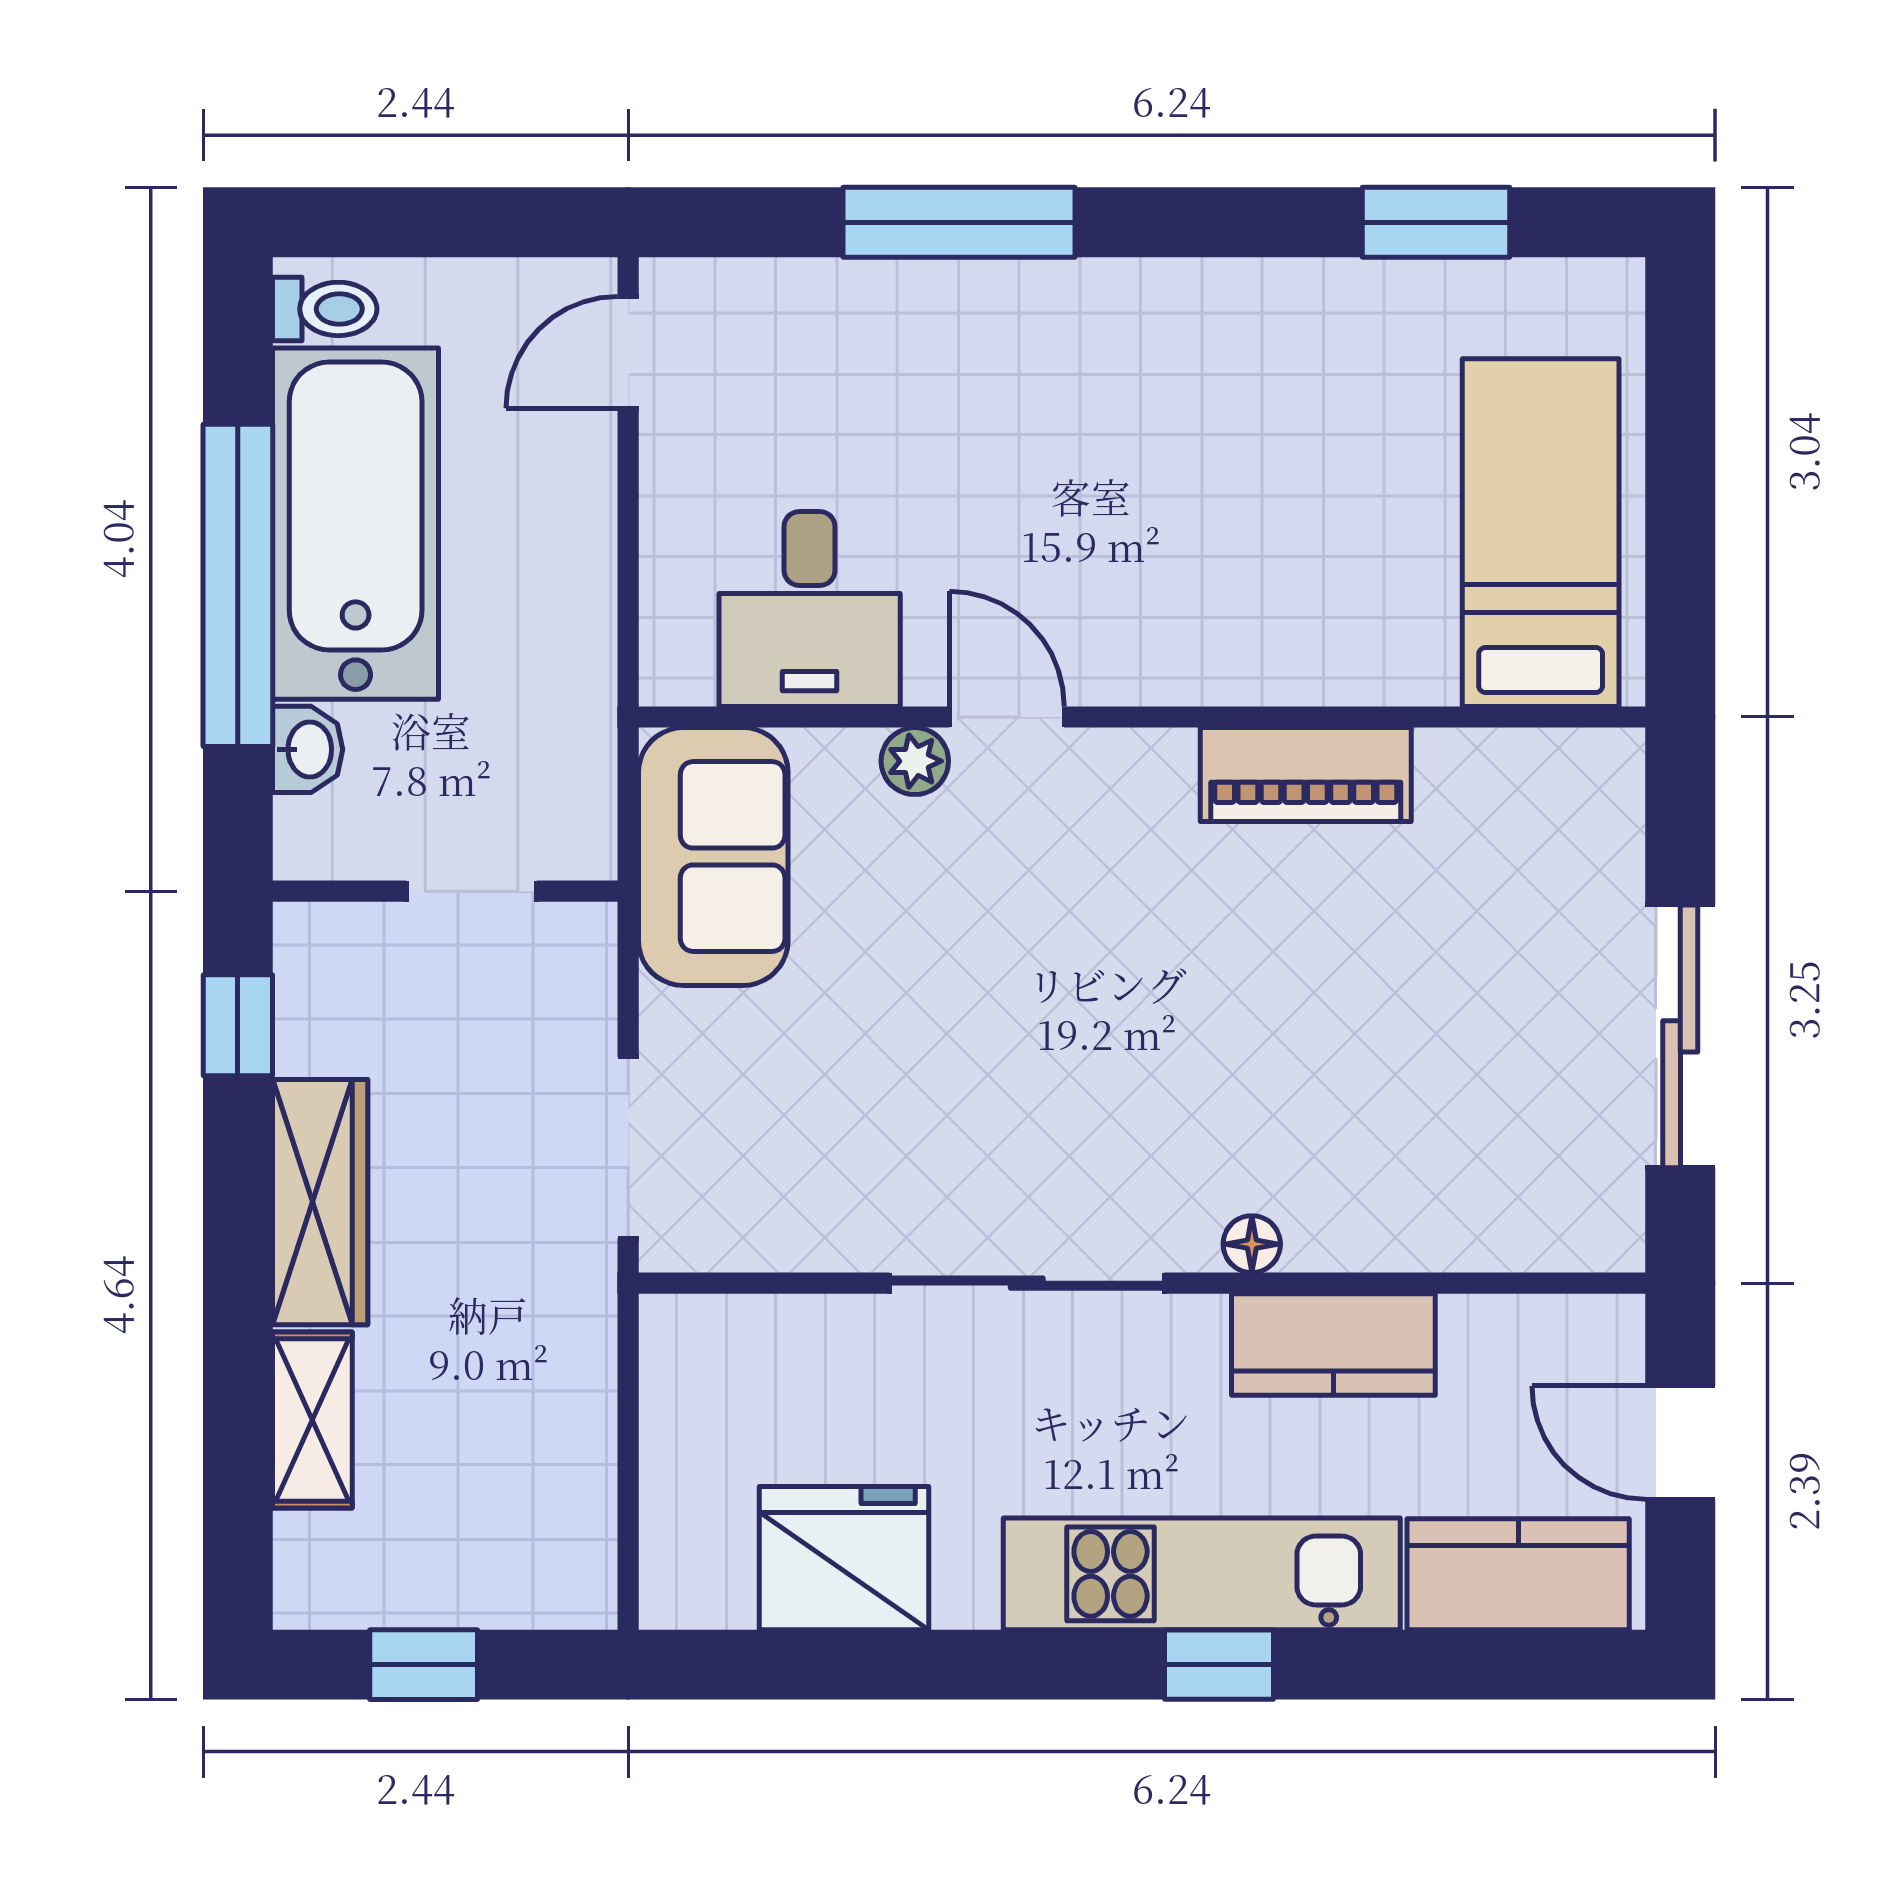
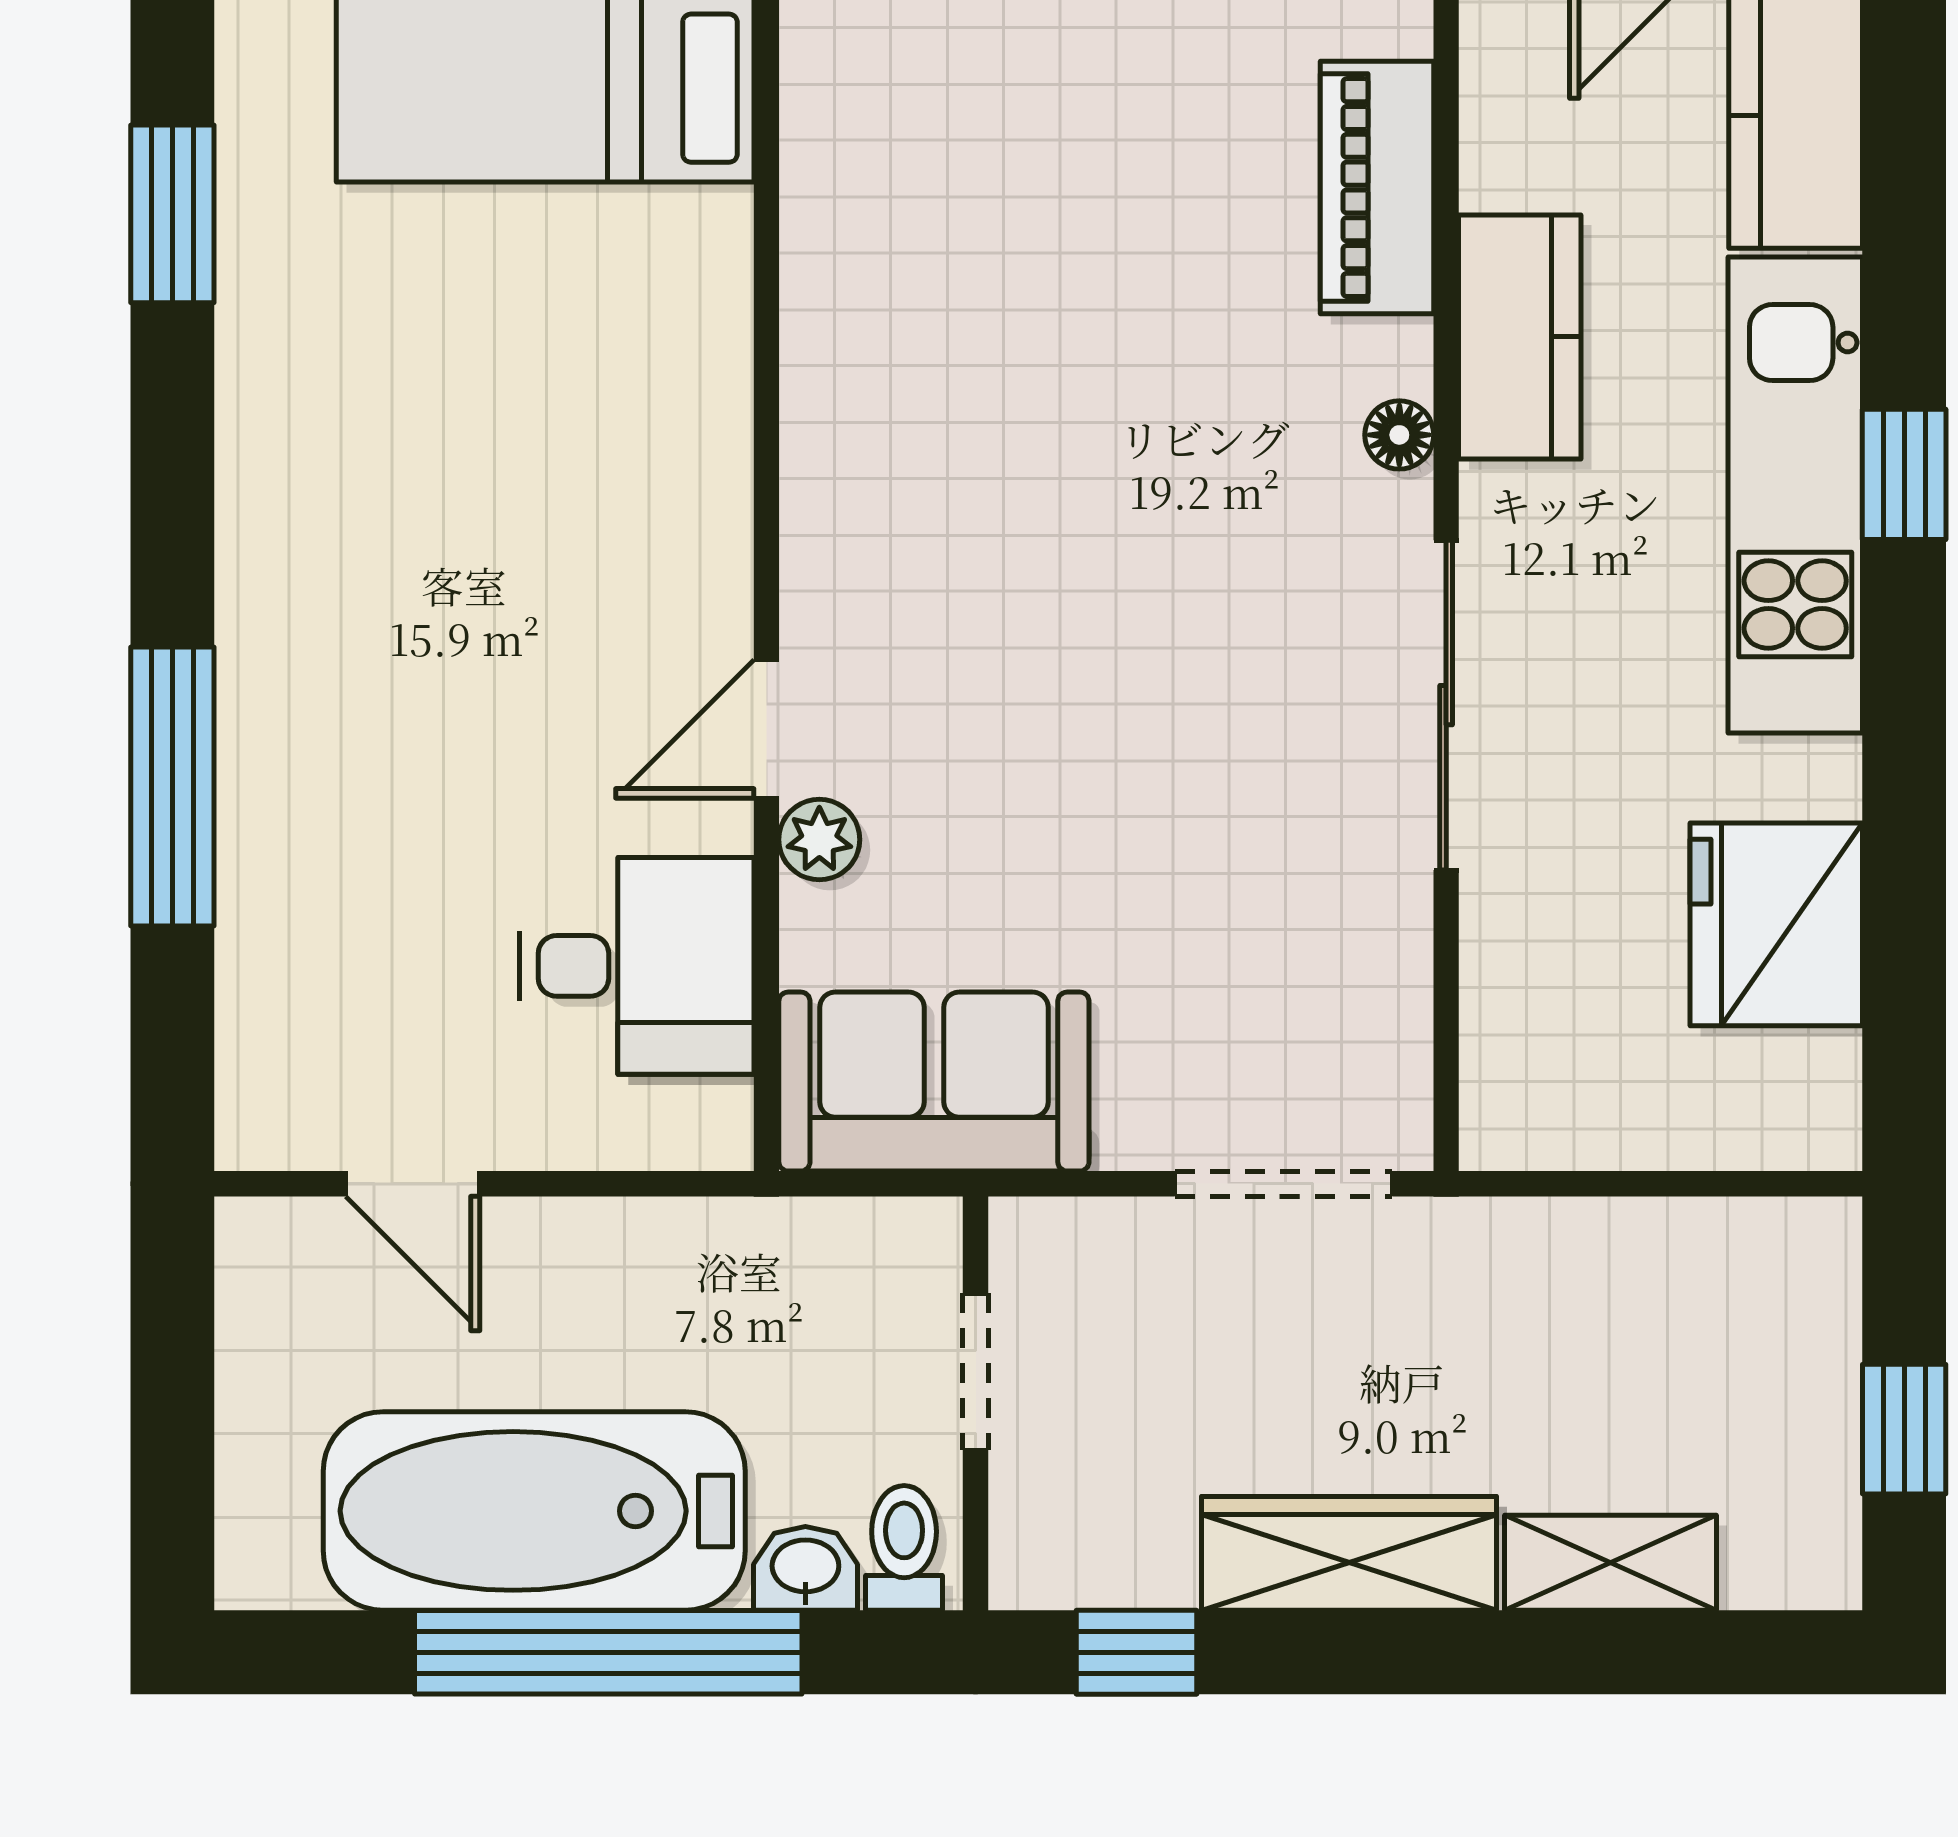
toilet: (325, 309) -> (904, 1548), moved
door: (628, 352) -> (413, 1184), moved
piano: (1306, 774) -> (1377, 188), moved, turned 180

